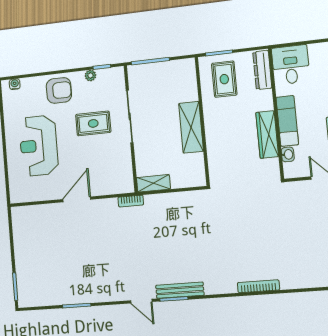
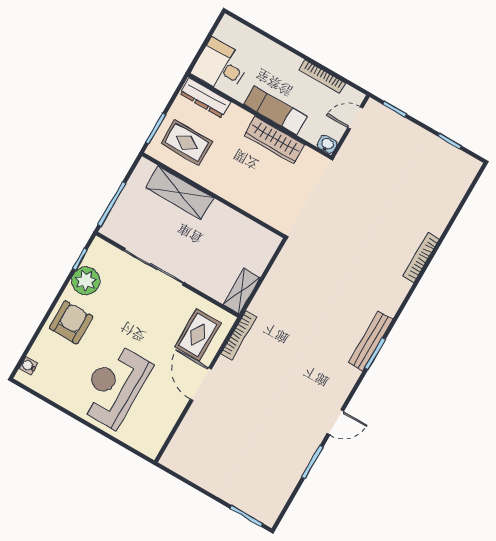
plant: (90, 76) -> (86, 281), width x1.88, depth x1.88
rug: (93, 123) -> (198, 335), moved
shelving: (191, 127) -> (179, 193), moved
reception desk: (39, 146) -> (114, 386), turned 90
washbasin: (288, 154) -> (327, 144), moved
bookcase: (131, 201) -> (239, 335), width x1.56
door: (141, 301) -> (335, 422), moved

